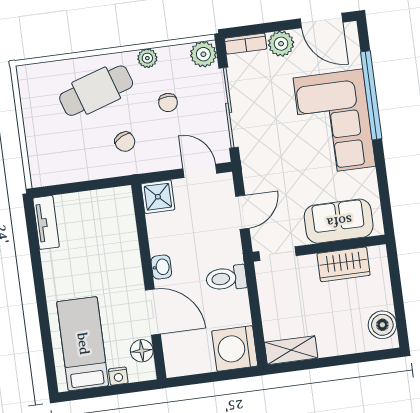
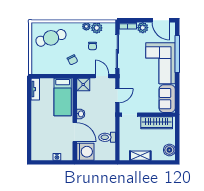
plant: (203, 54) -> (97, 28), moved
cafe table: (96, 91) -> (51, 38), moved
sofa: (339, 221) -> (167, 99), moved, turned -90
wardrobe: (344, 264) -> (157, 123), width x1.50
toilet: (226, 278) -> (107, 137), moved
bed: (83, 344) -> (63, 97), moved, turned 180
washing machine: (235, 348) -> (85, 152), moved, turned 180
shelving: (291, 350) -> (140, 156), moved
floor lamp: (142, 351) -> (68, 148), removed

